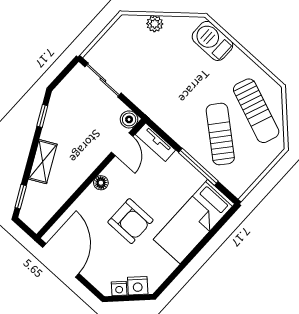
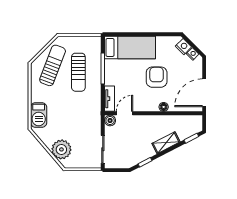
plant: (155, 24) -> (61, 149), width x1.88, depth x1.88
sun lounger: (220, 134) -> (78, 72), turned -40
floor lamp: (101, 183) -> (164, 107), moved

